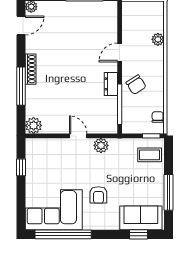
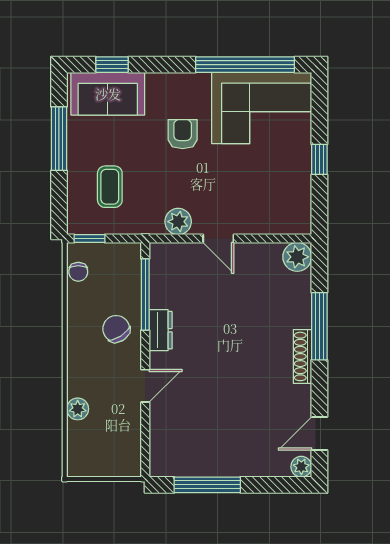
coffee table: (150, 155) -> (110, 187), moved, turned 90
window: (21, 167) -> (319, 159), moved

